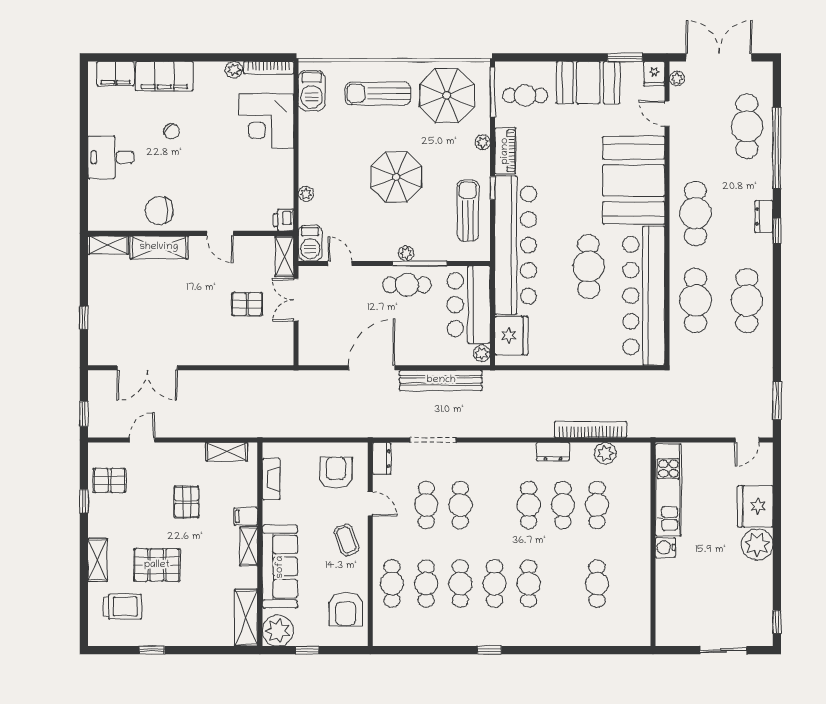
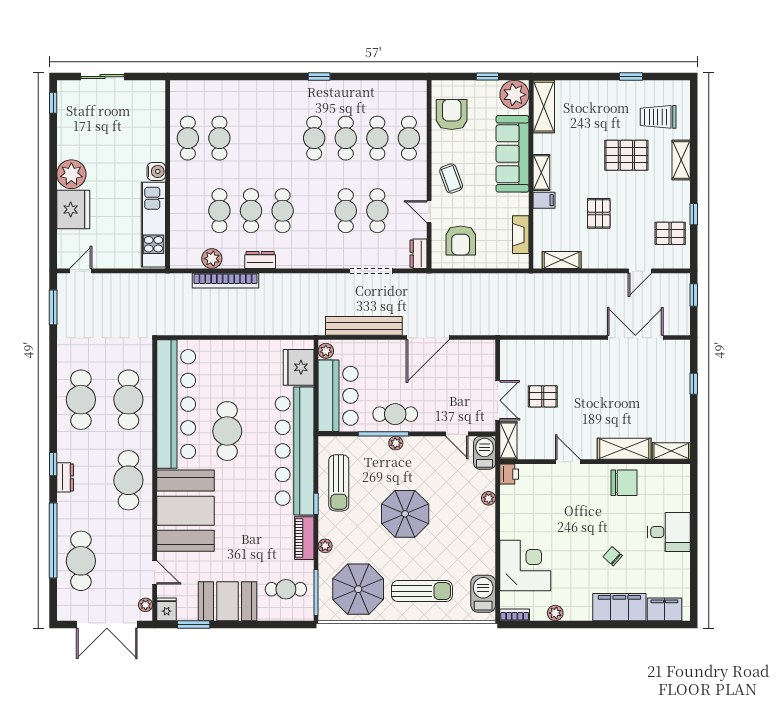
bookcase: (269, 68) -> (515, 615), width x0.64
cafe table: (529, 584) -> (188, 138), moved

